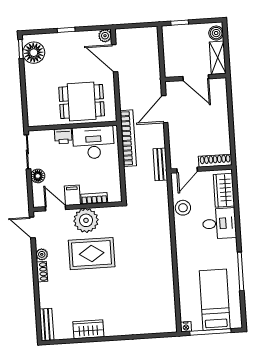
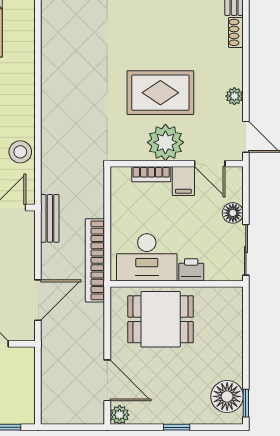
shoe rack: (42, 272) -> (236, 32), moved

